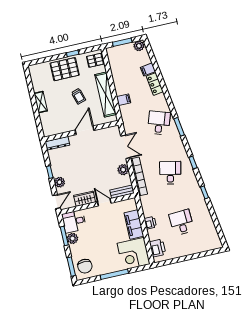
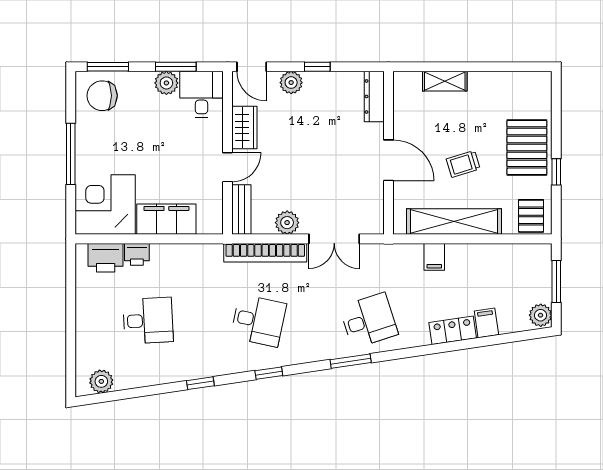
shelving: (41, 102) -> (445, 81), moved
desk: (159, 123) -> (369, 321), turned -36
printer: (150, 223) -> (137, 254), moved
plant: (214, 237) -> (101, 381), added

